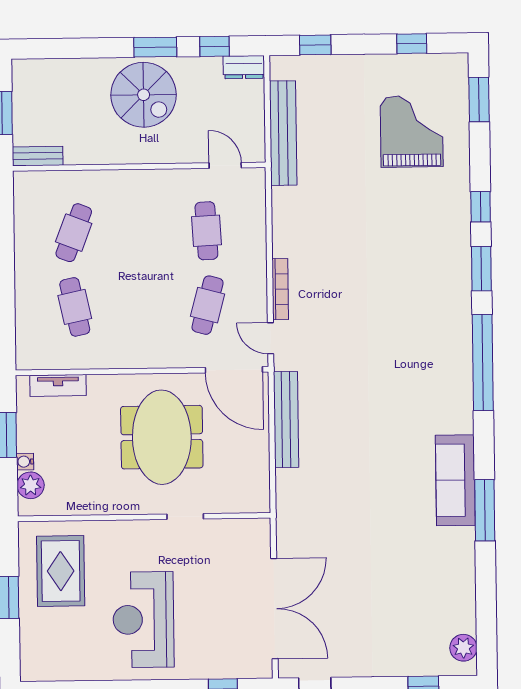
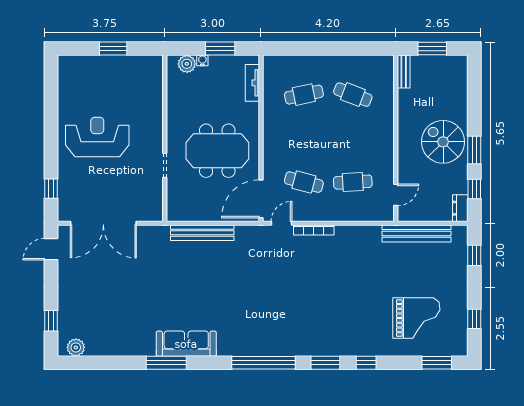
spiral stairs: (144, 95) -> (443, 142), turned 90
bench: (286, 420) -> (202, 233), moved
rug: (61, 571) -> (130, 83), removed

